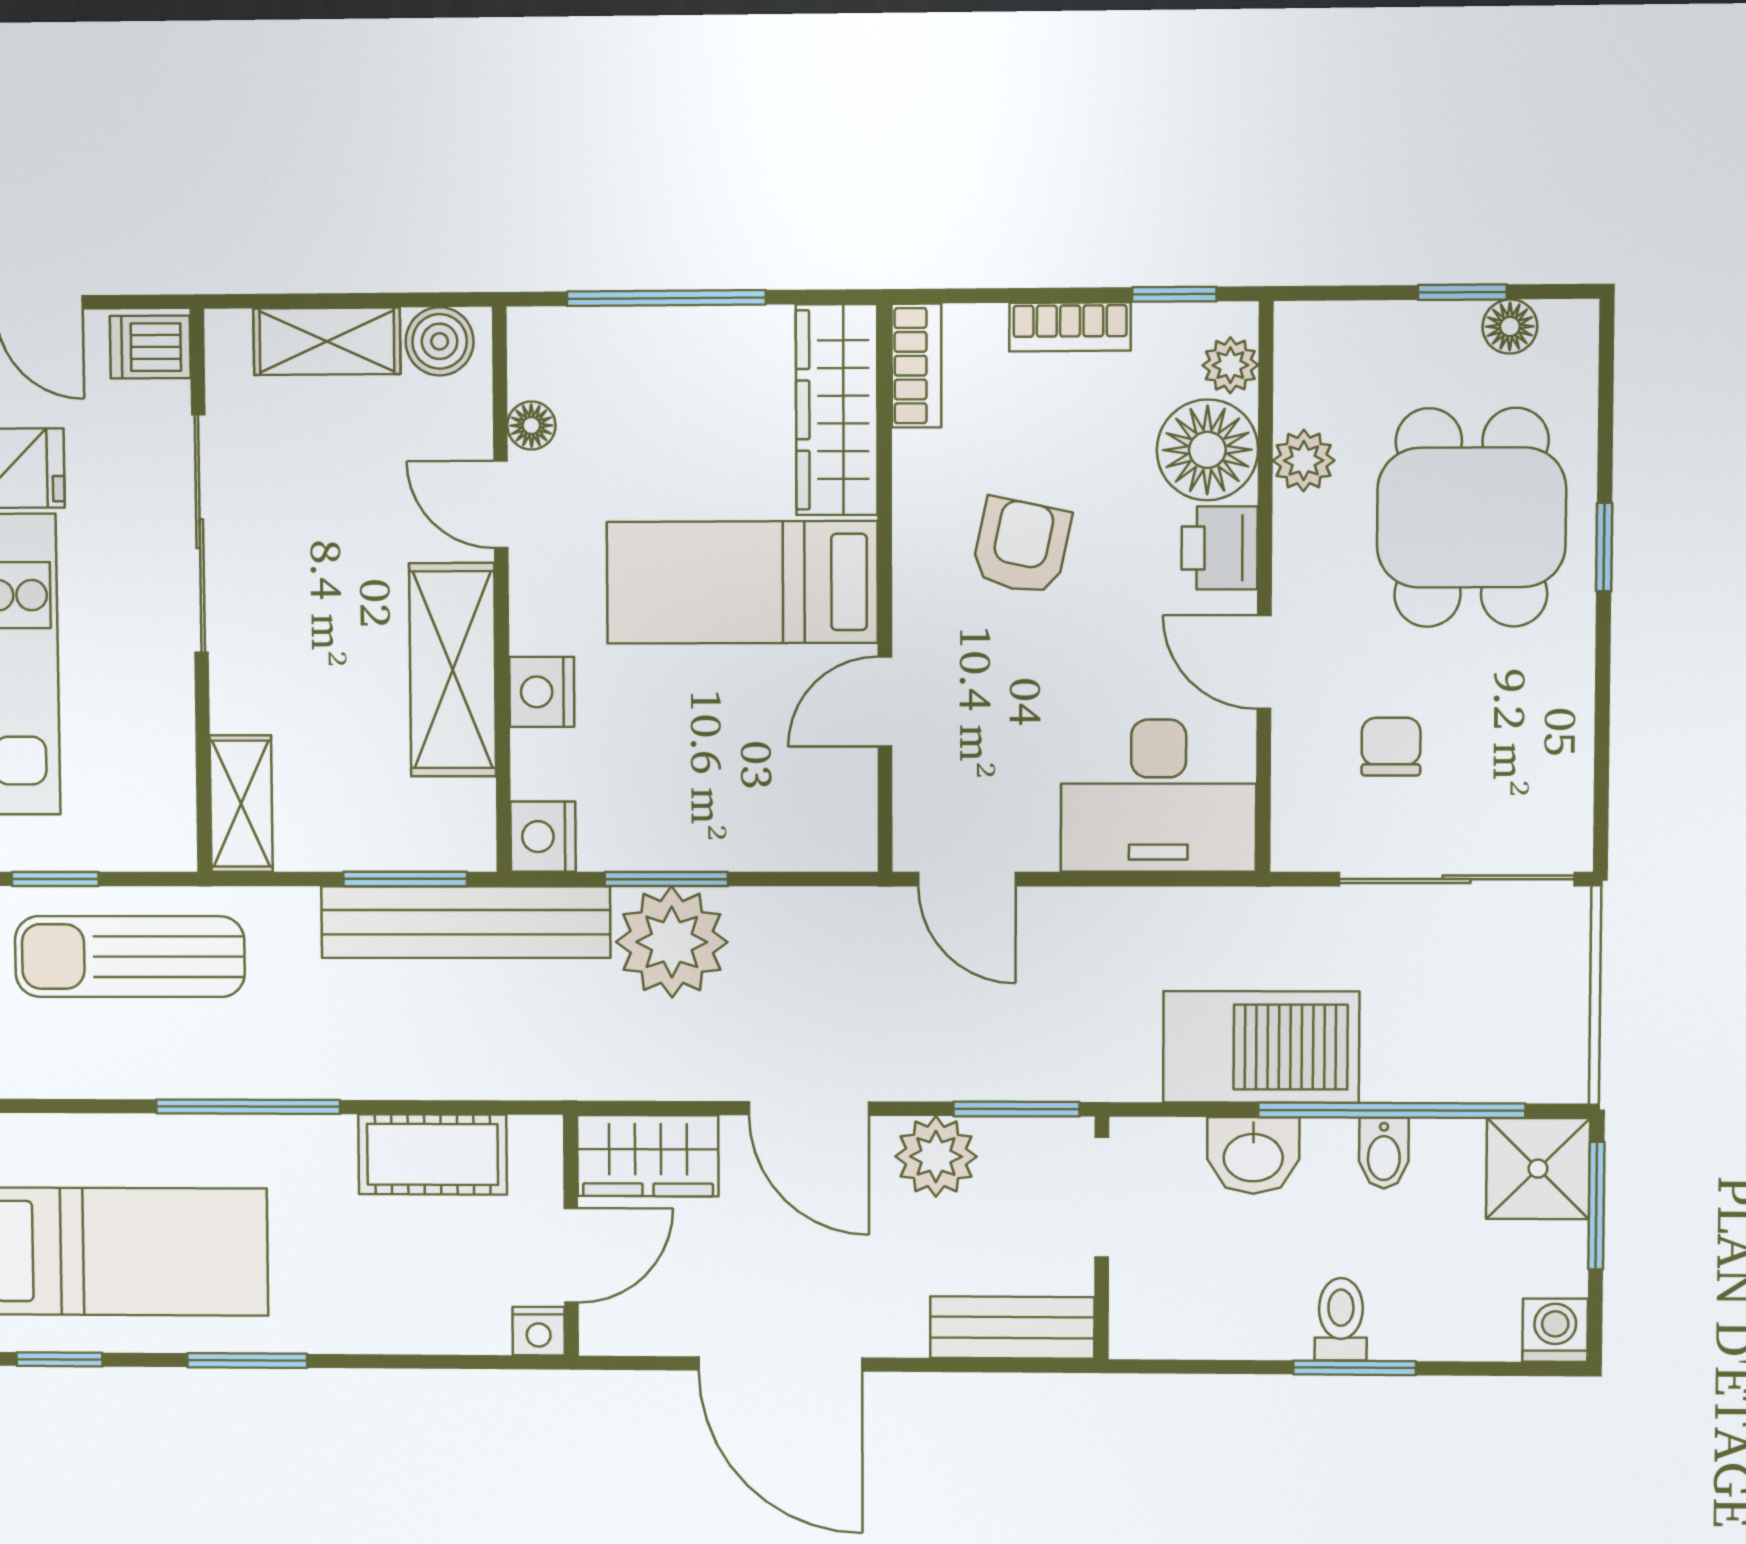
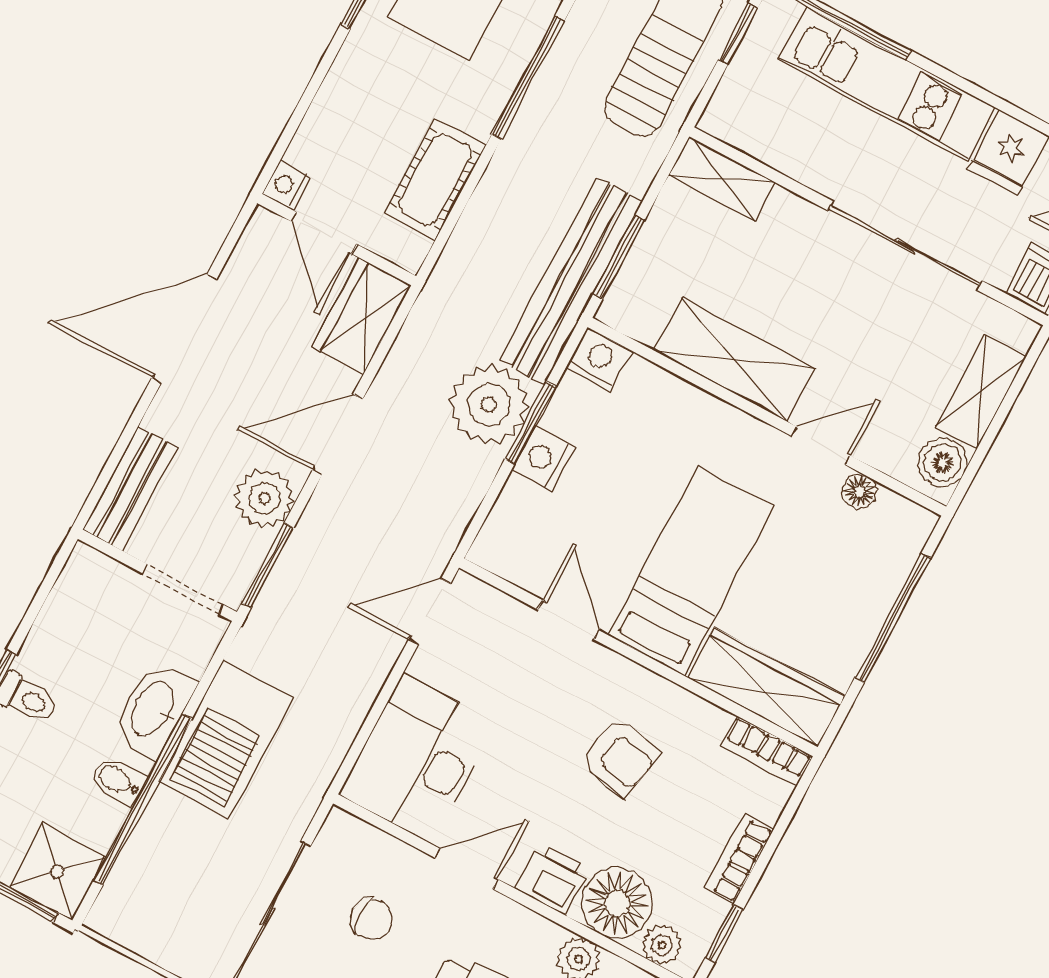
nightstand: (542, 692) -> (543, 458), moved, turned -90
washbasin: (1253, 1155) -> (154, 709), width x1.38

